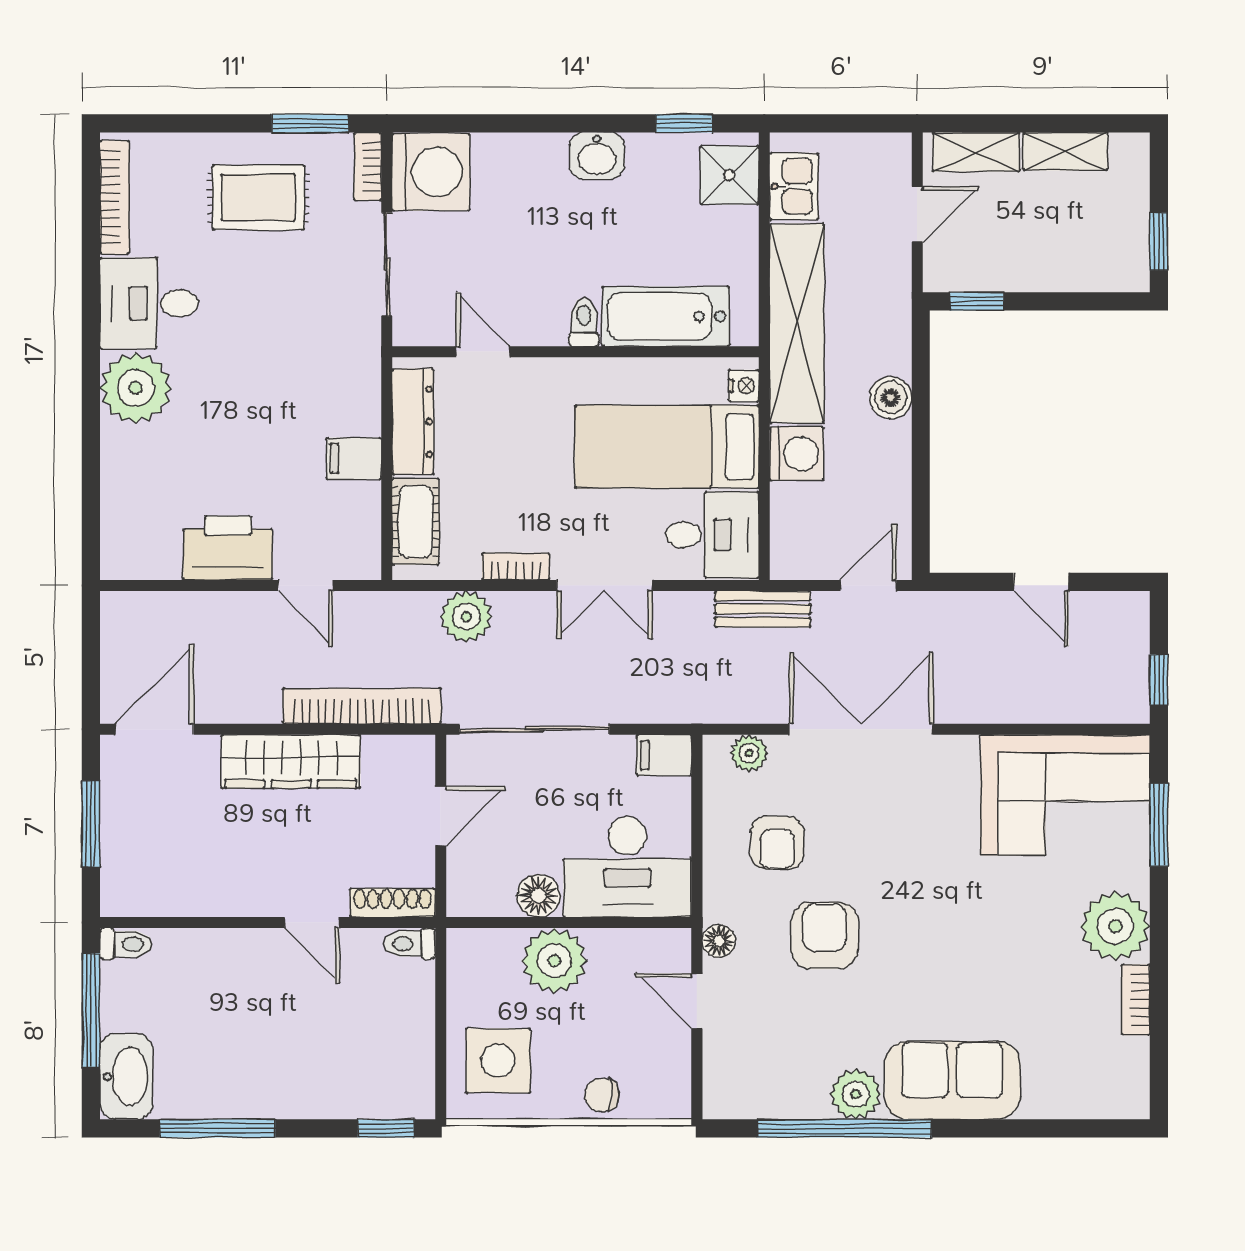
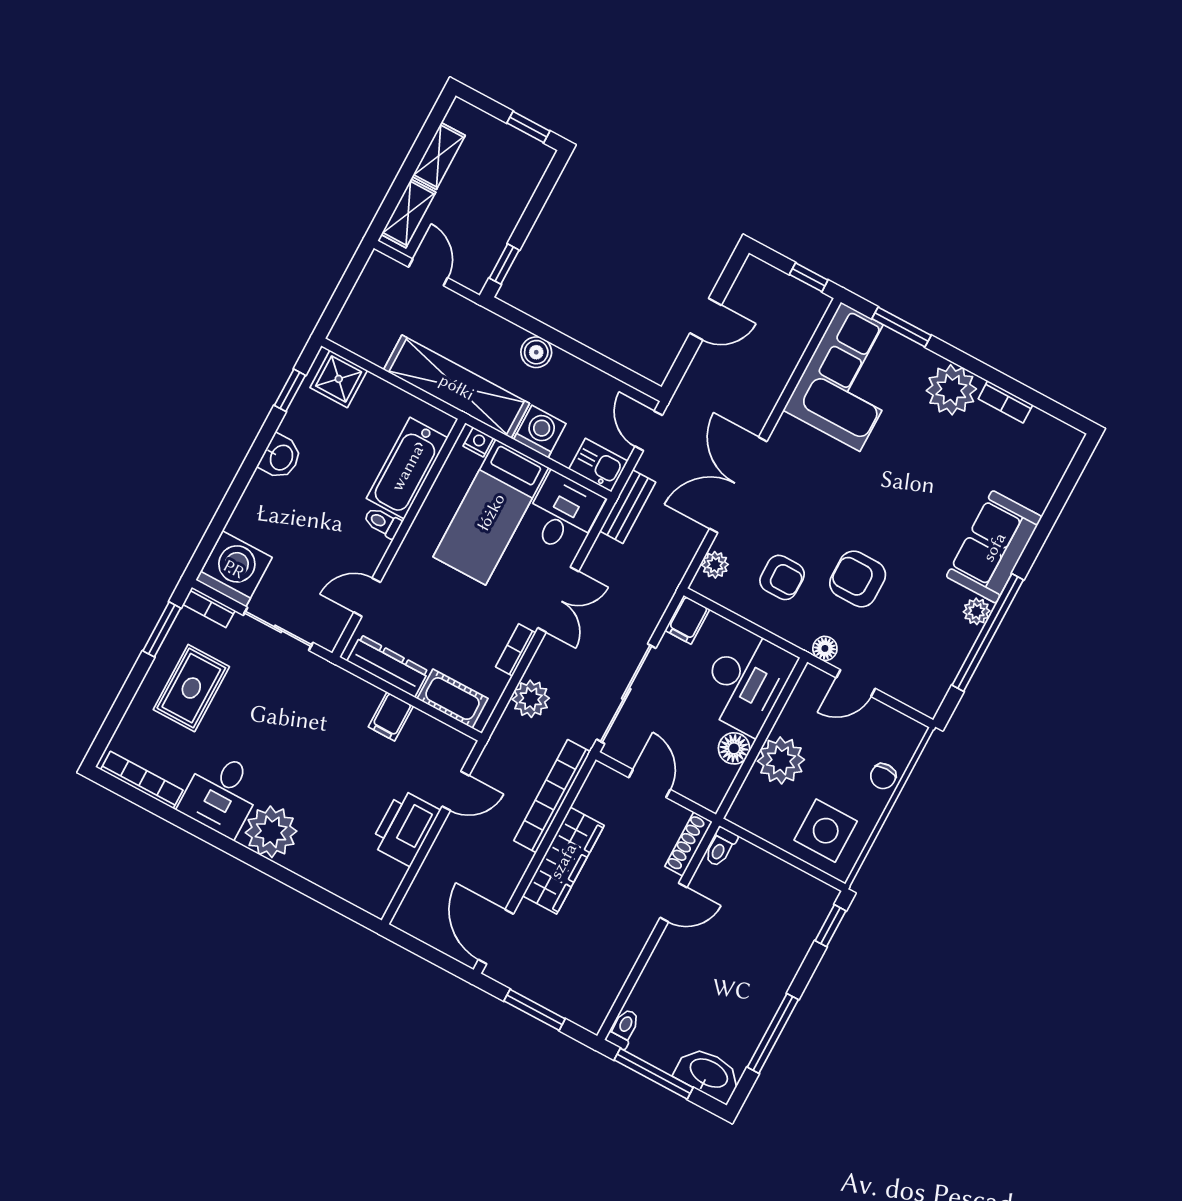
kitchen sink: (794, 186) -> (598, 465), moved
plant: (856, 1094) -> (977, 611), width x0.73, depth x0.73

